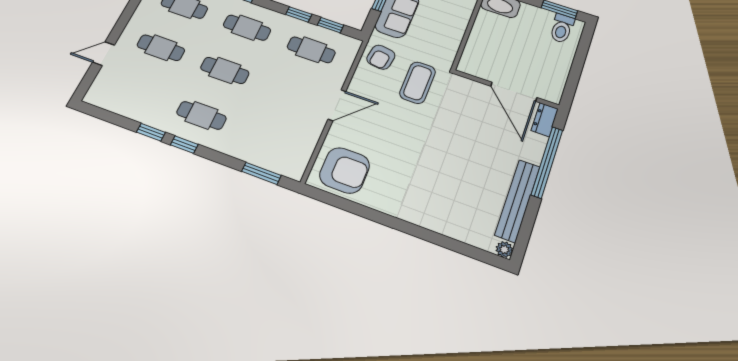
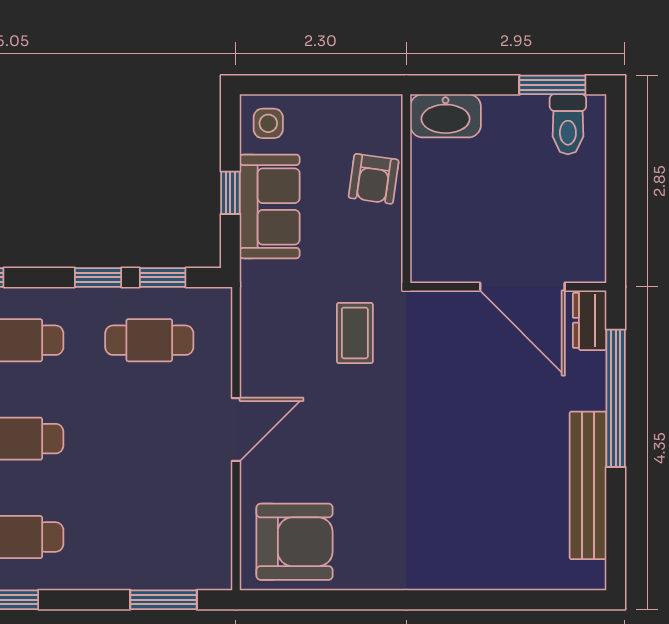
armchair: (381, 57) -> (374, 179), moved
coffee table: (418, 83) -> (355, 333), width x0.73, depth x0.77
plant: (504, 249) -> (592, 576), removed

